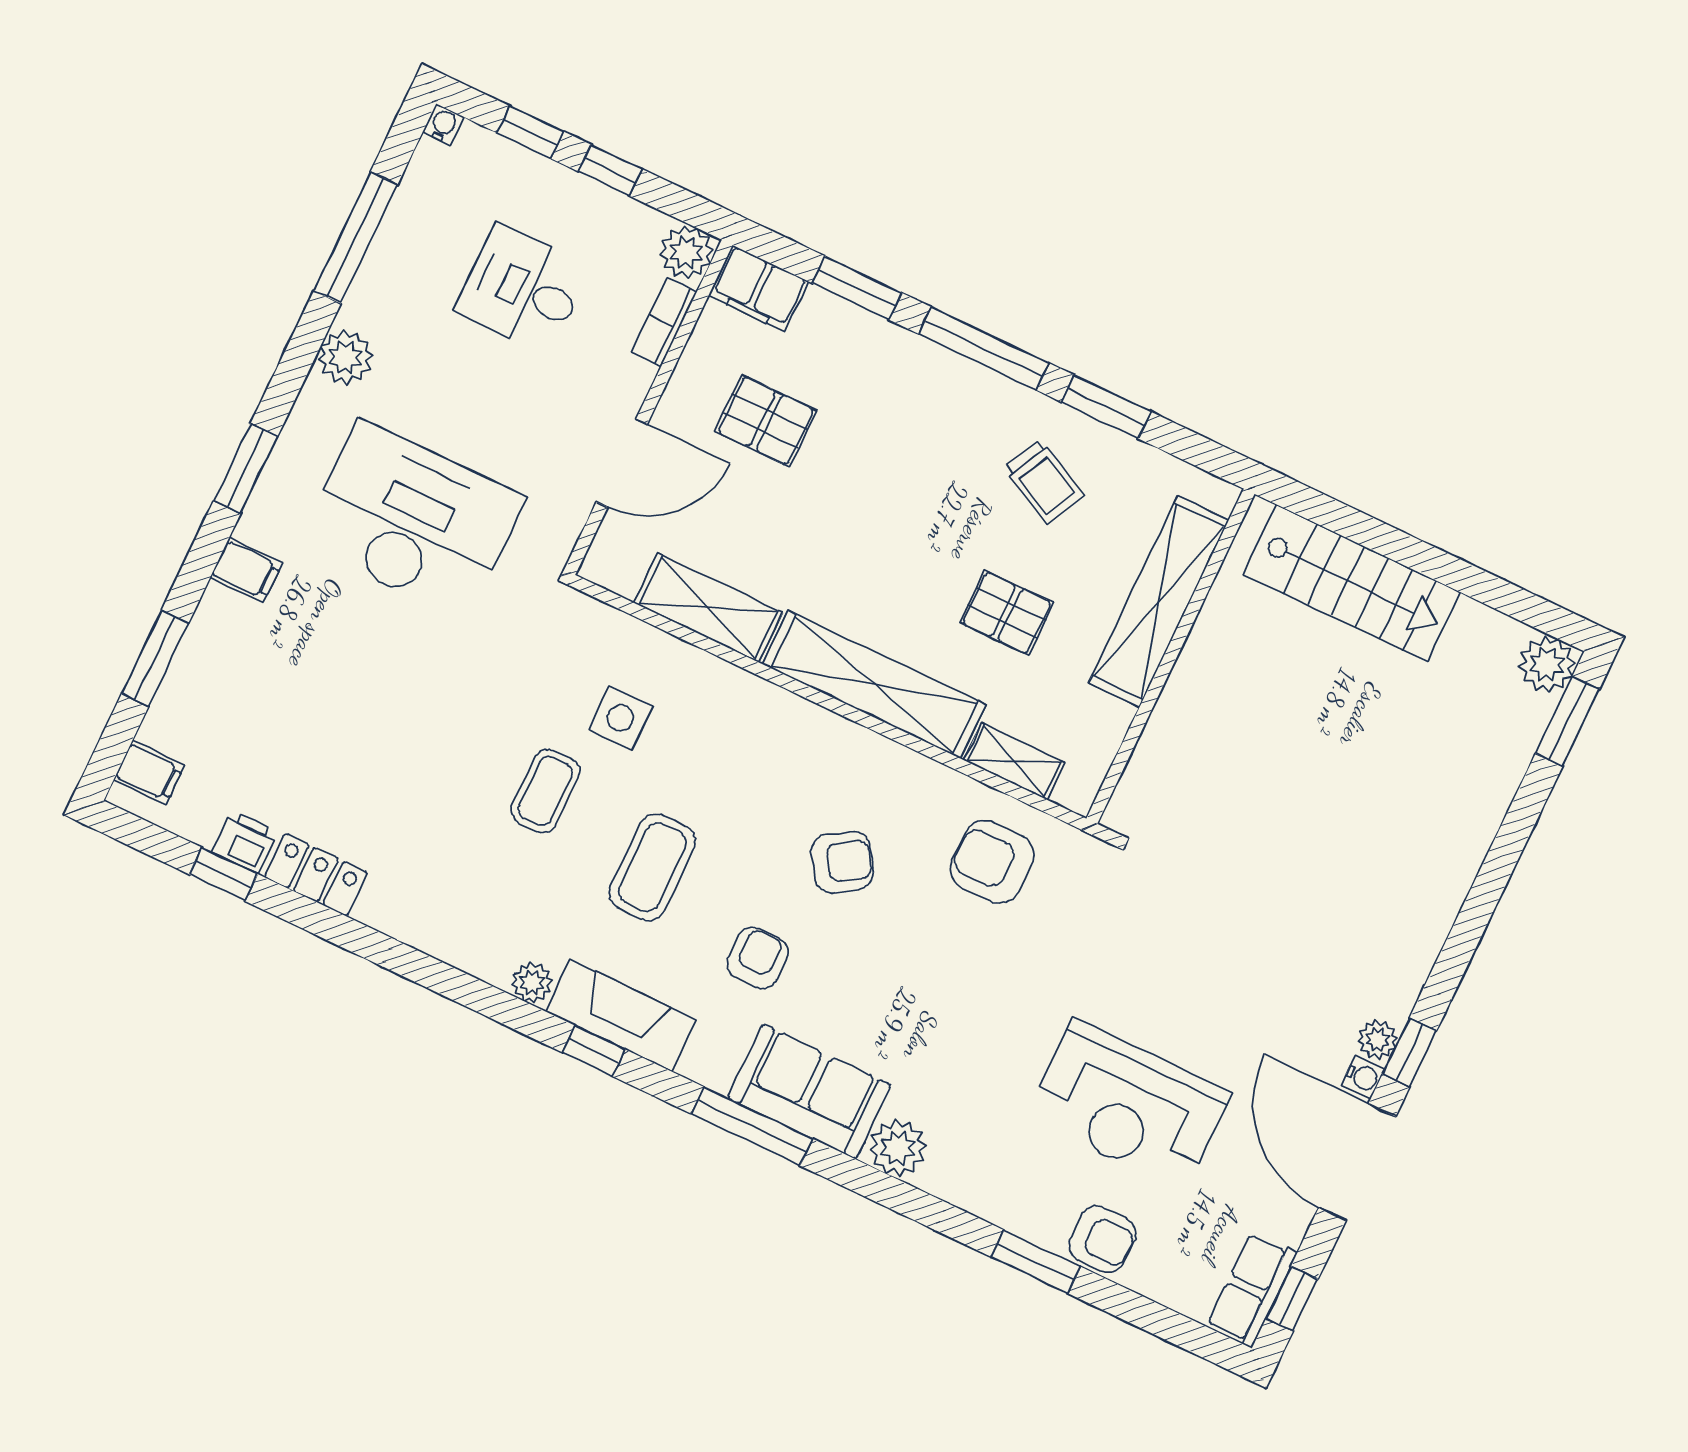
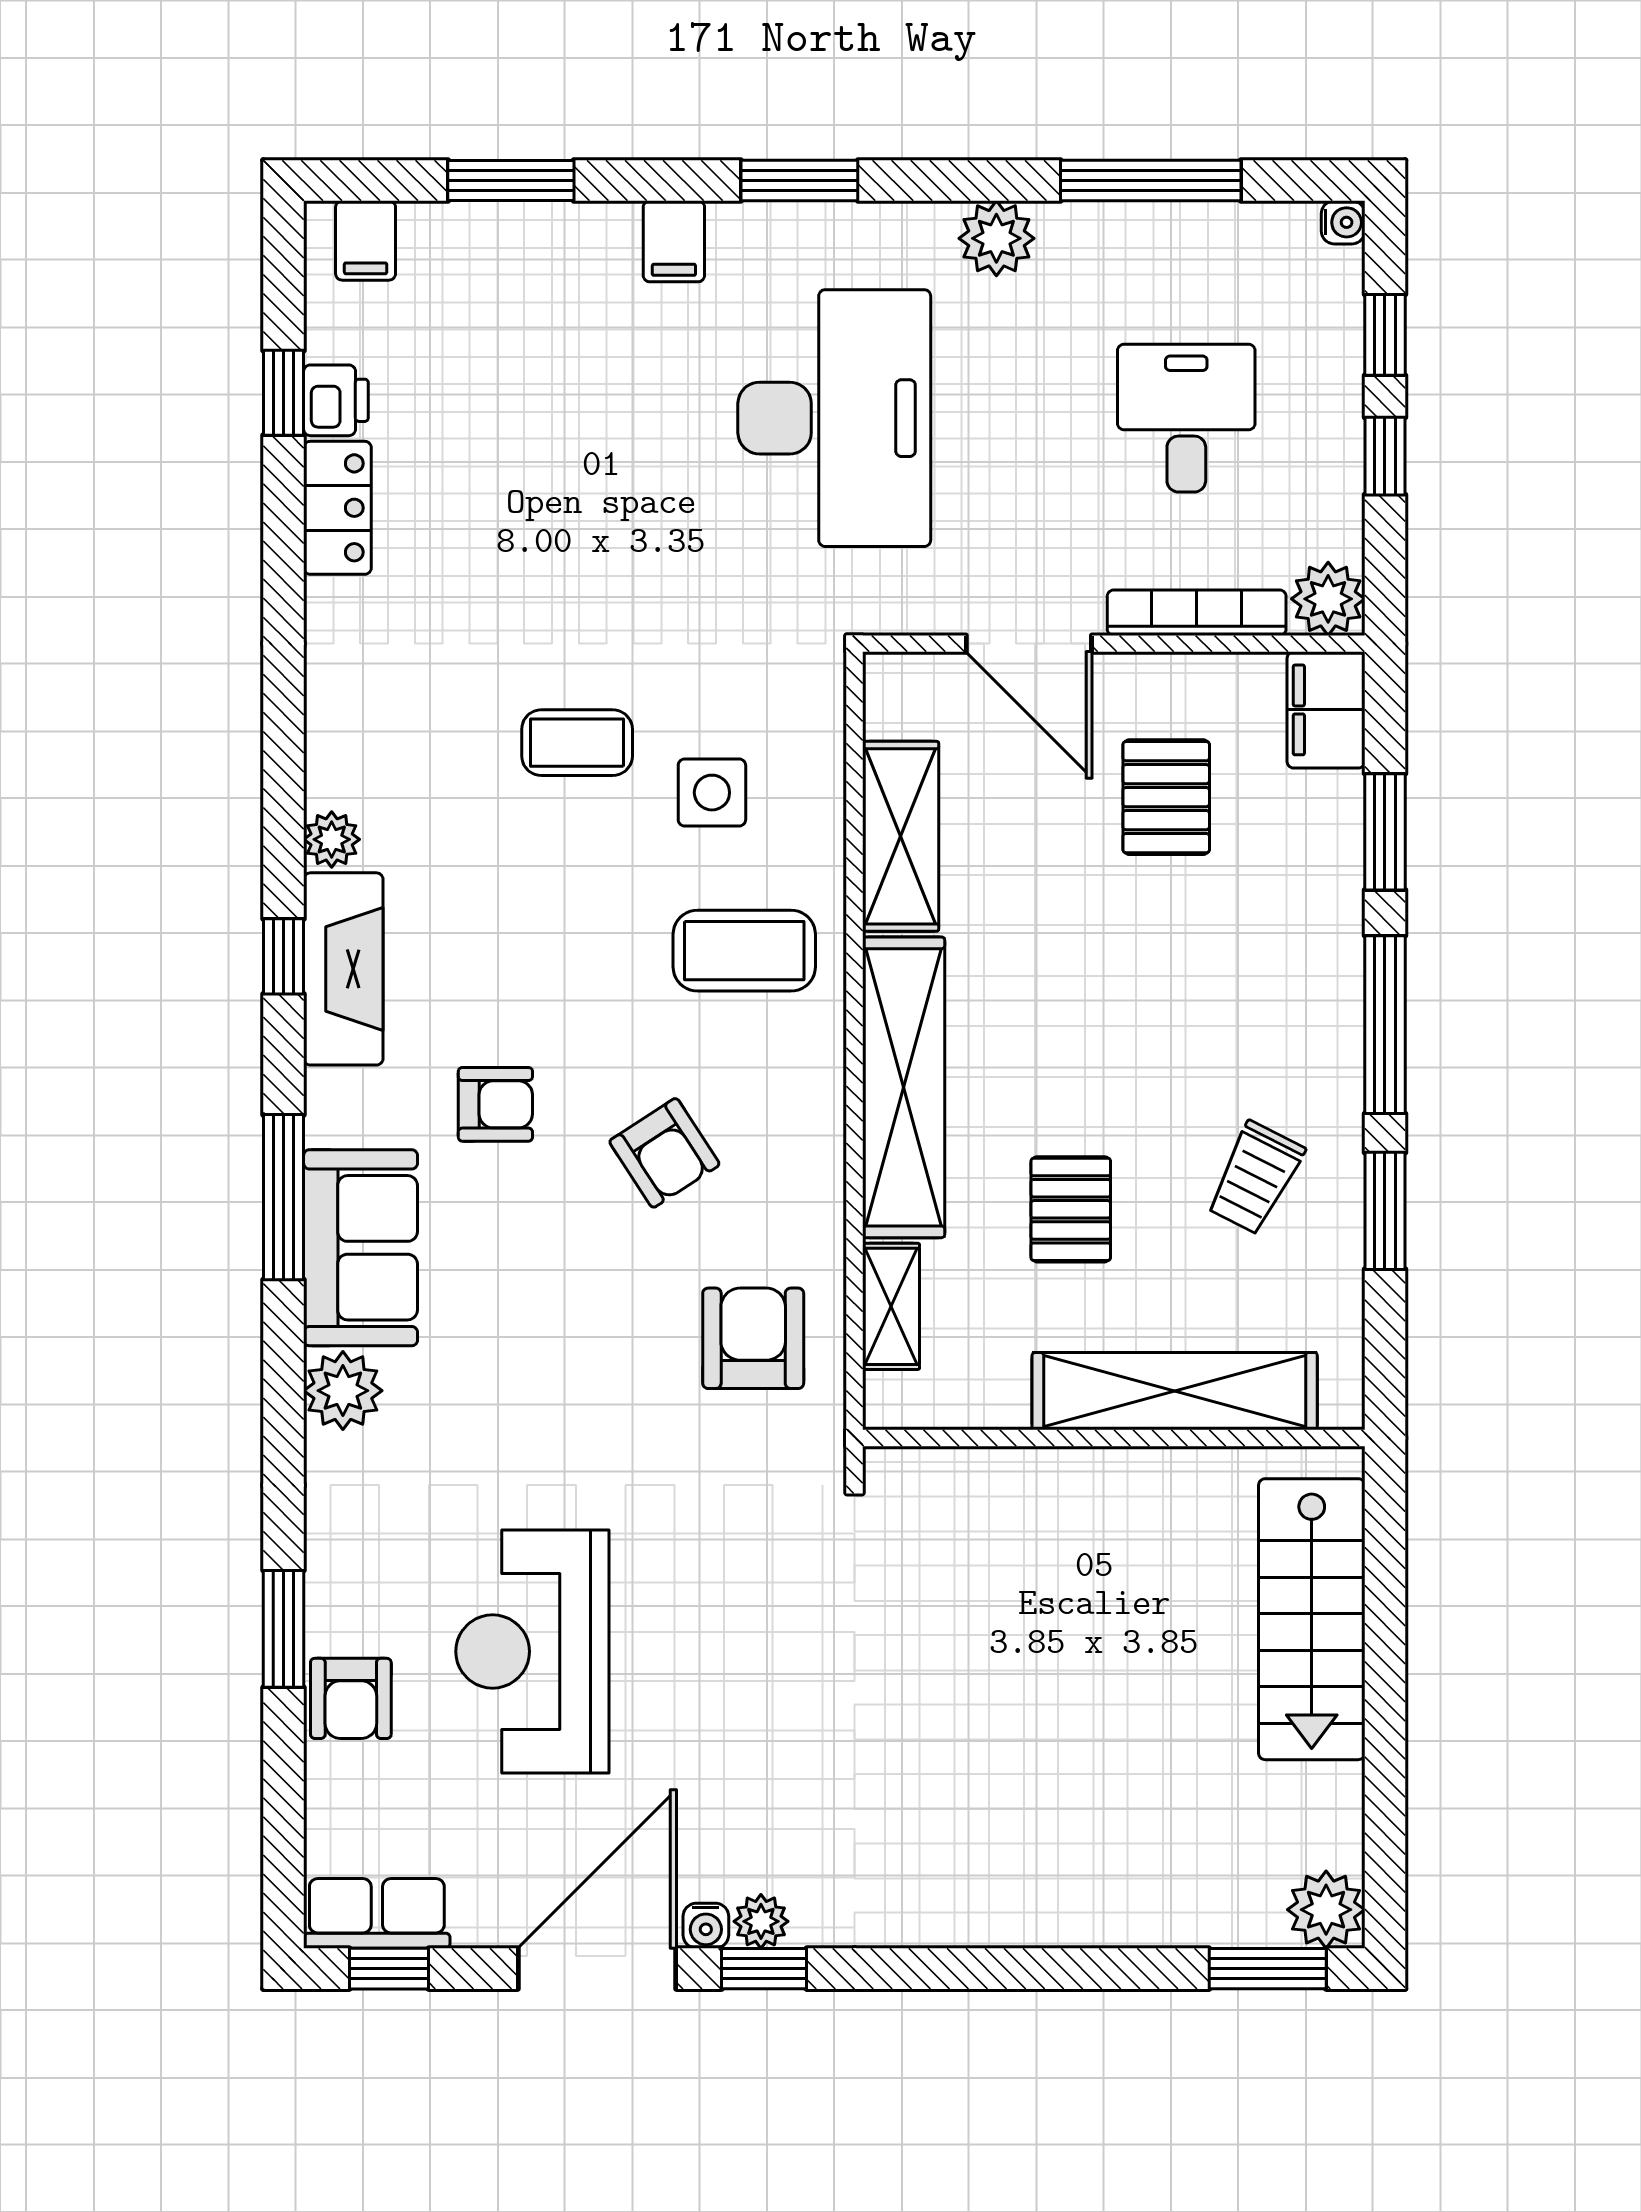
bookcase: (664, 322) -> (1197, 613), width x1.56
coffee table: (652, 867) -> (744, 951), moved

